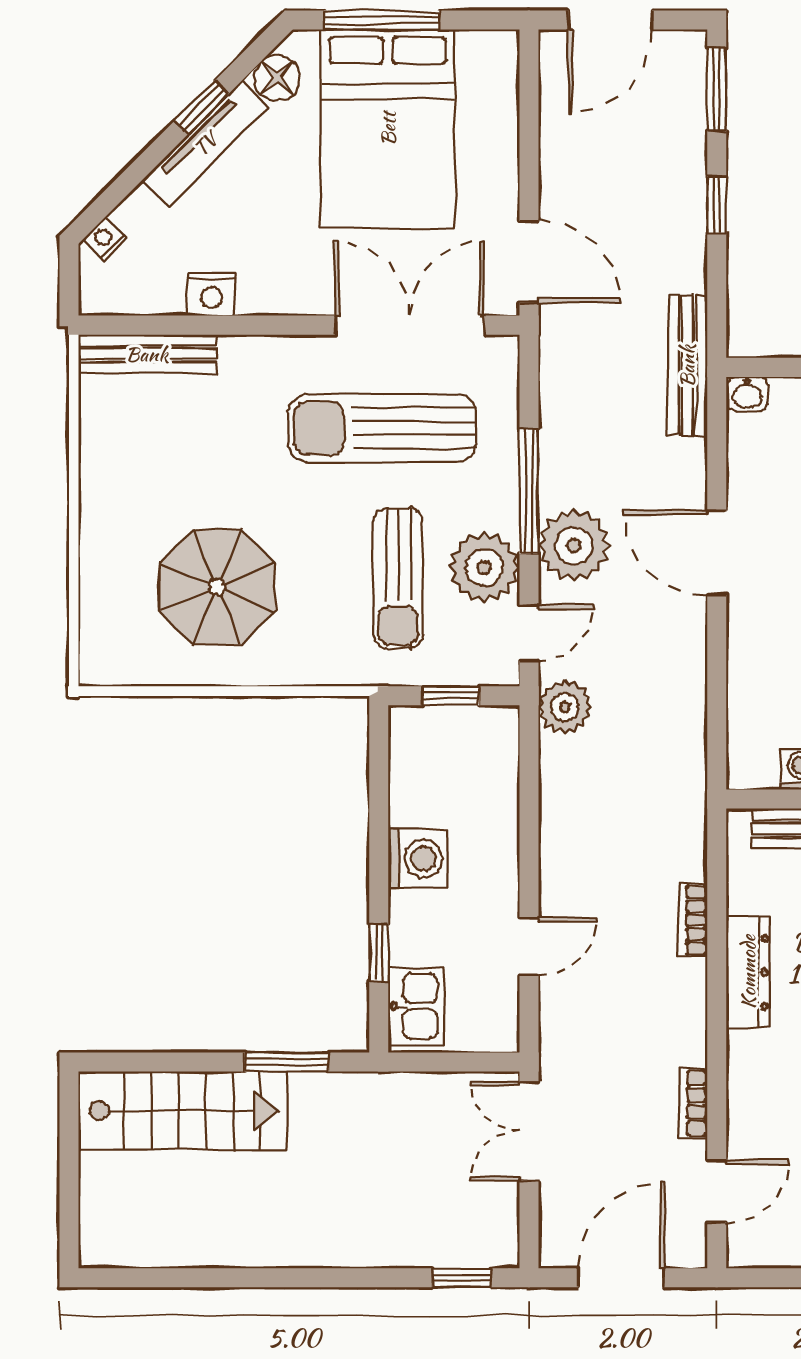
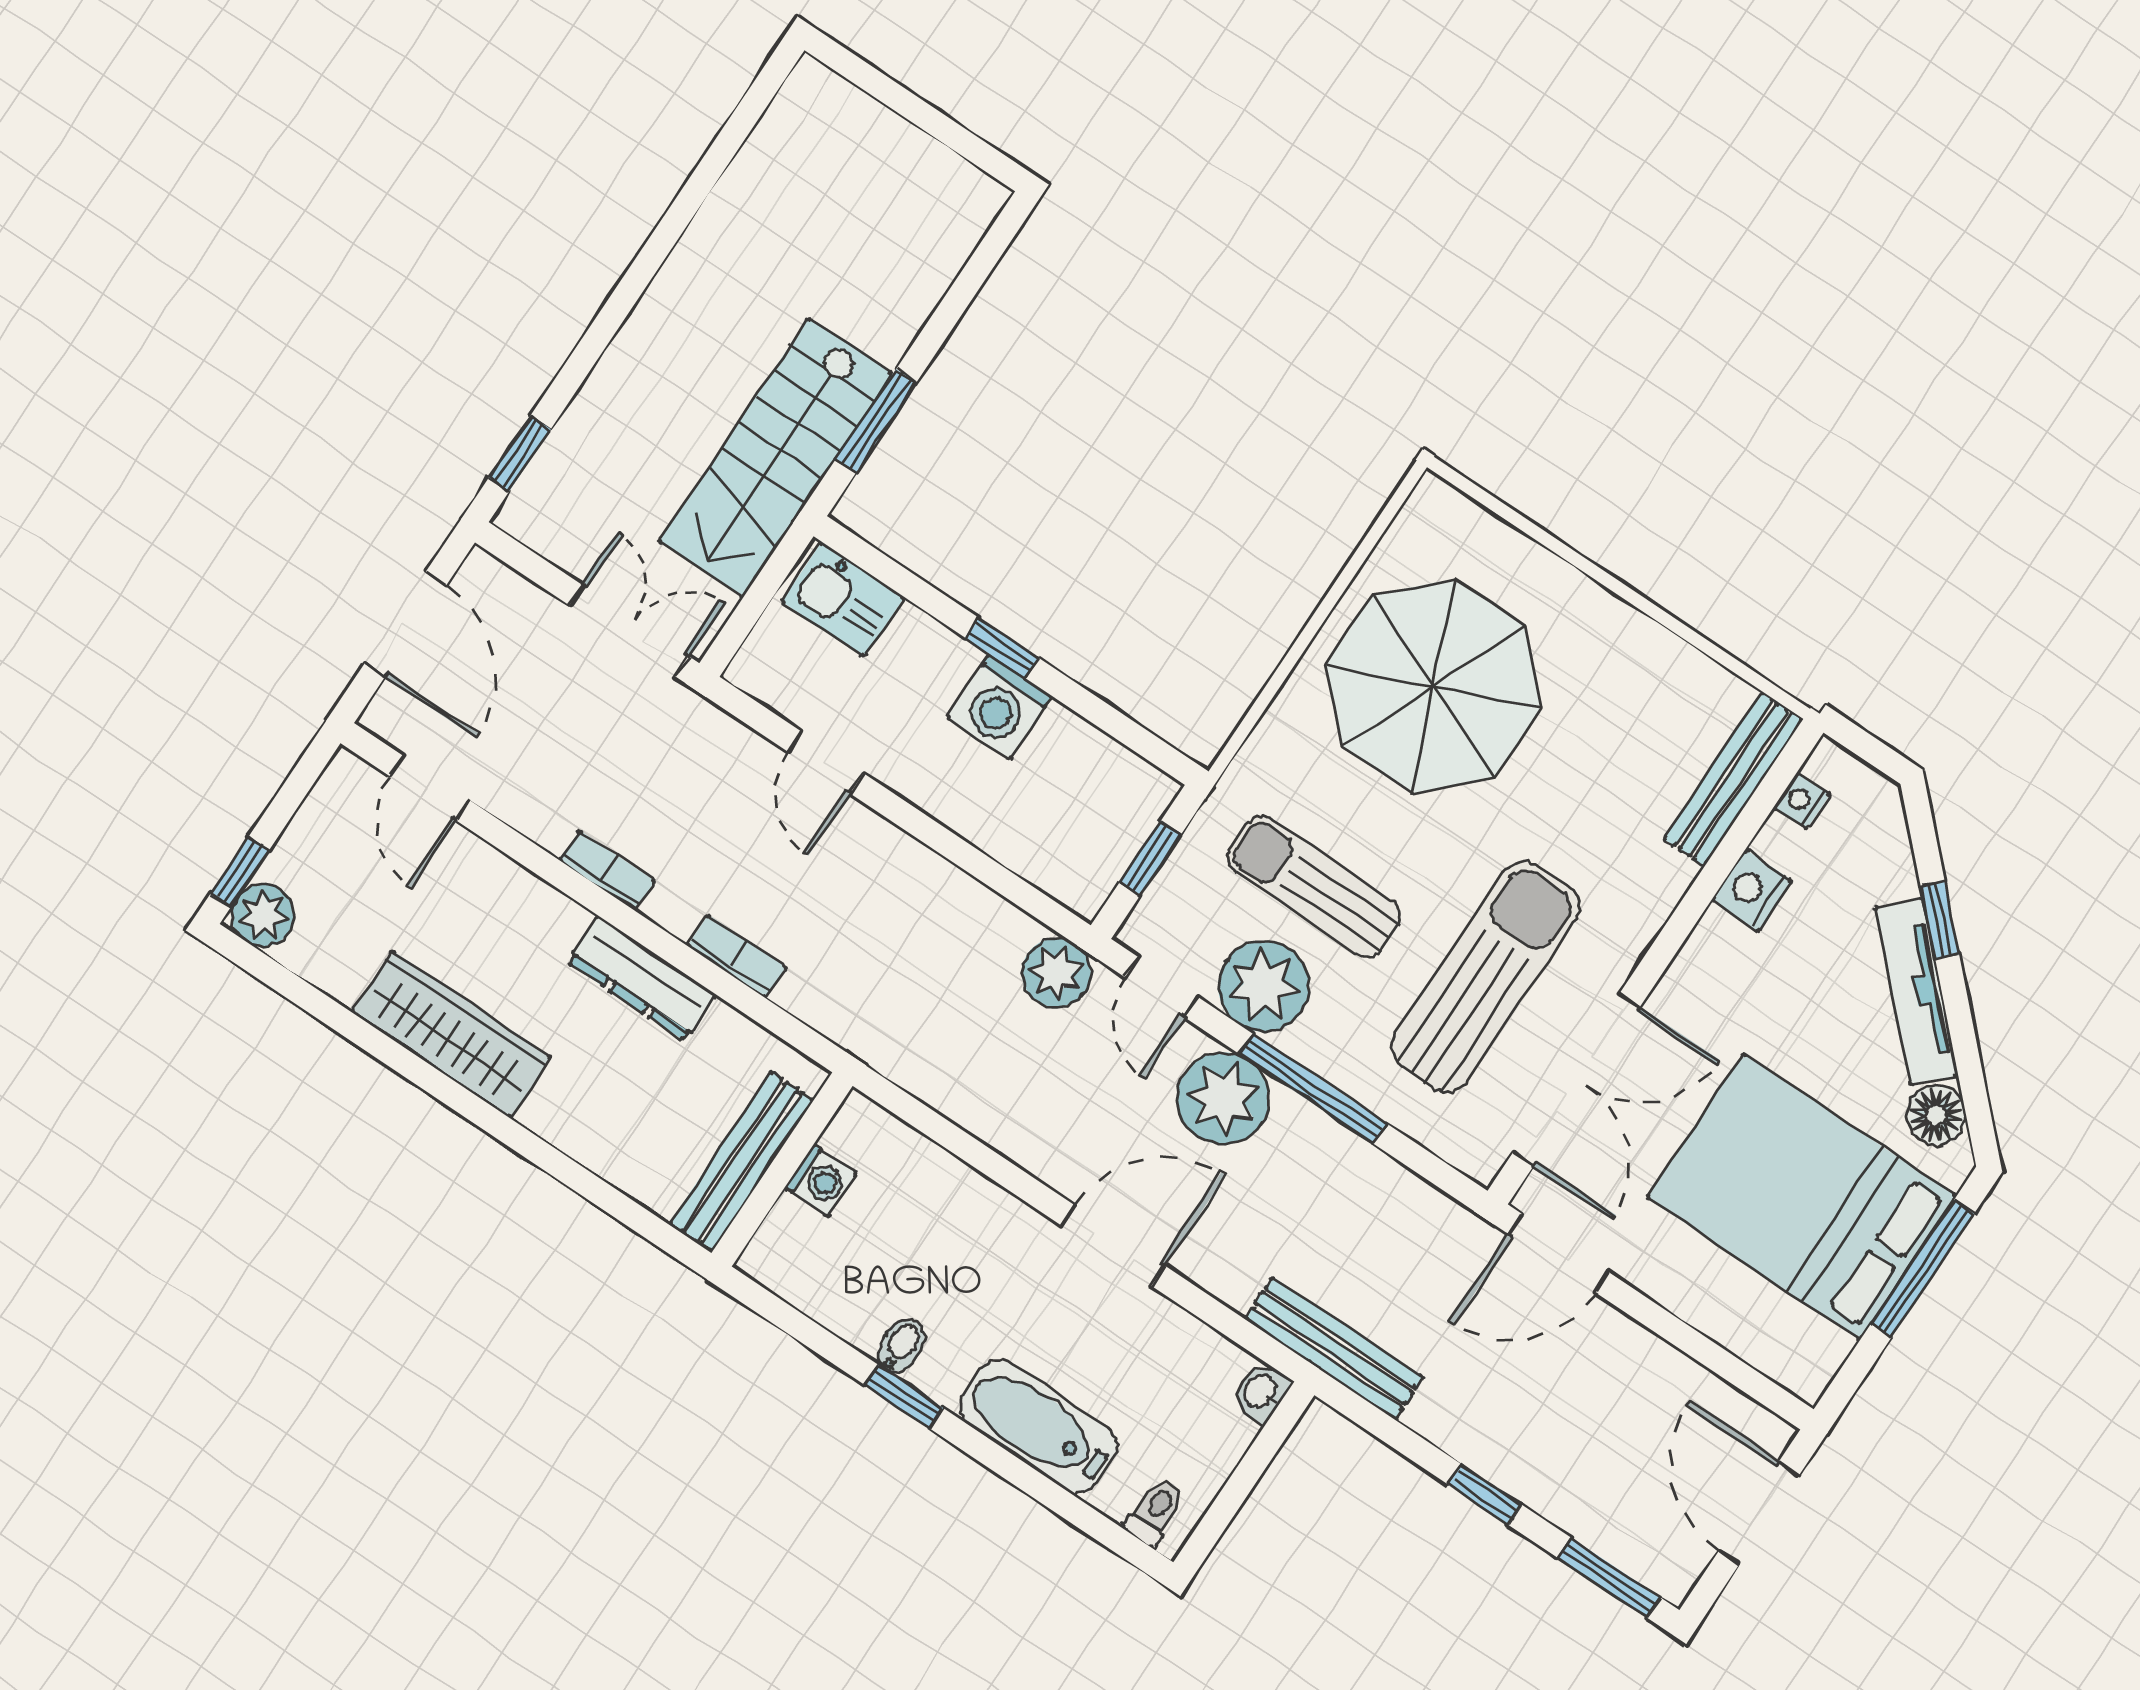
window: (201, 108) -> (1940, 920), moved
nightstand: (105, 239) -> (1802, 801), moved, turned -135
parasol: (217, 587) -> (1434, 687), width x1.36, depth x1.36
window: (379, 953) -> (1002, 648), moved
bookcase: (693, 1103) -> (607, 871), moved
stairs: (183, 1111) -> (776, 458), moved

